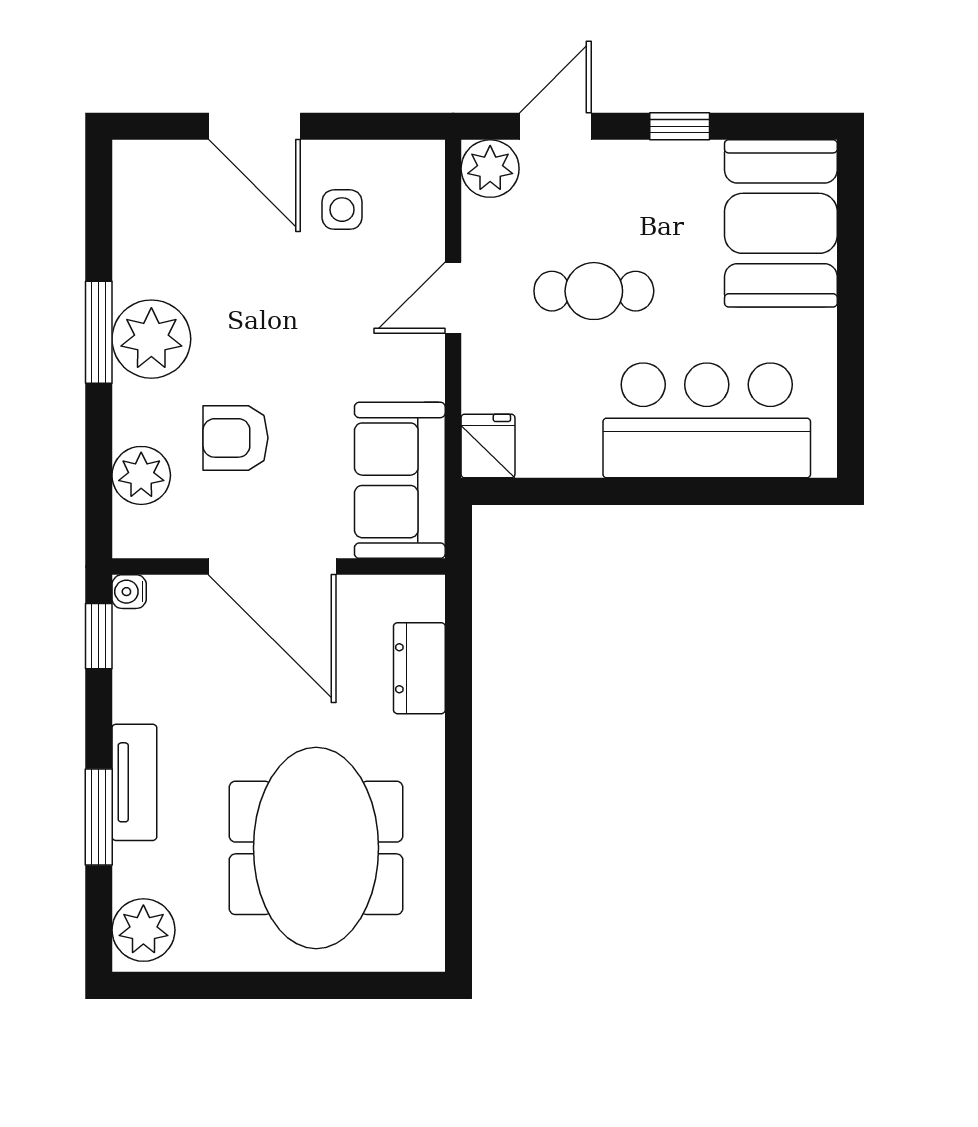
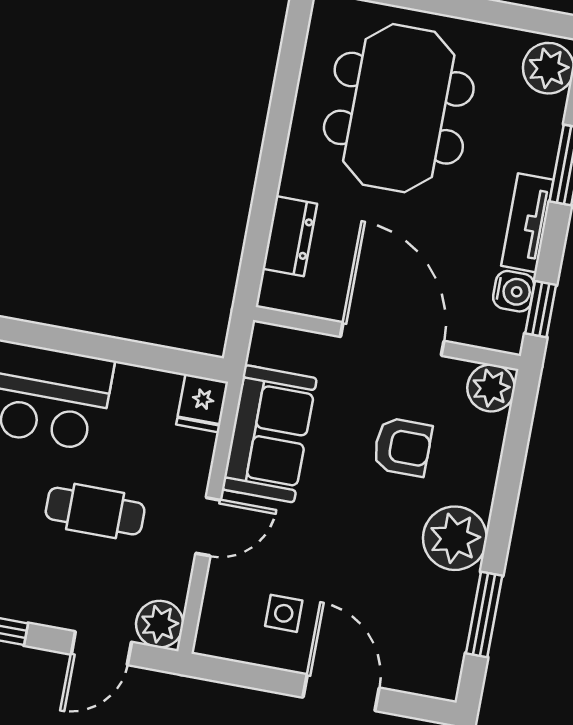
window: (99, 332) -> (484, 614), moved
plant: (141, 475) -> (491, 388), moved
sofa: (400, 480) -> (269, 434), moved
water cooler: (129, 592) -> (514, 291), moved, width x1.38, depth x1.38
tv unit: (134, 782) -> (527, 223), moved

